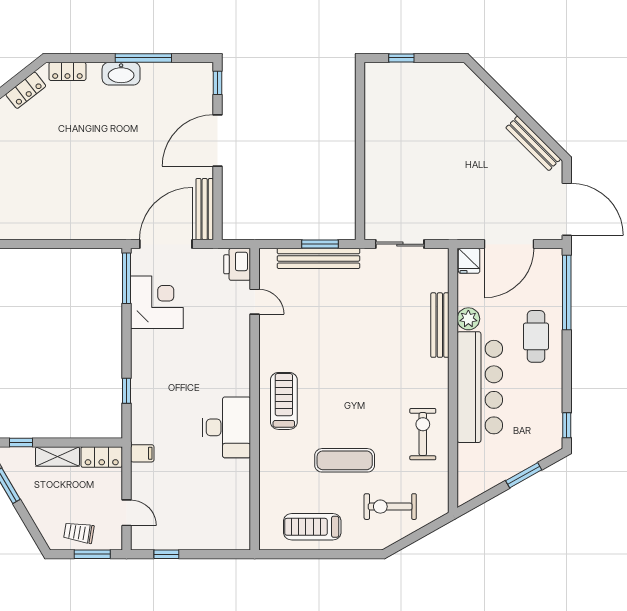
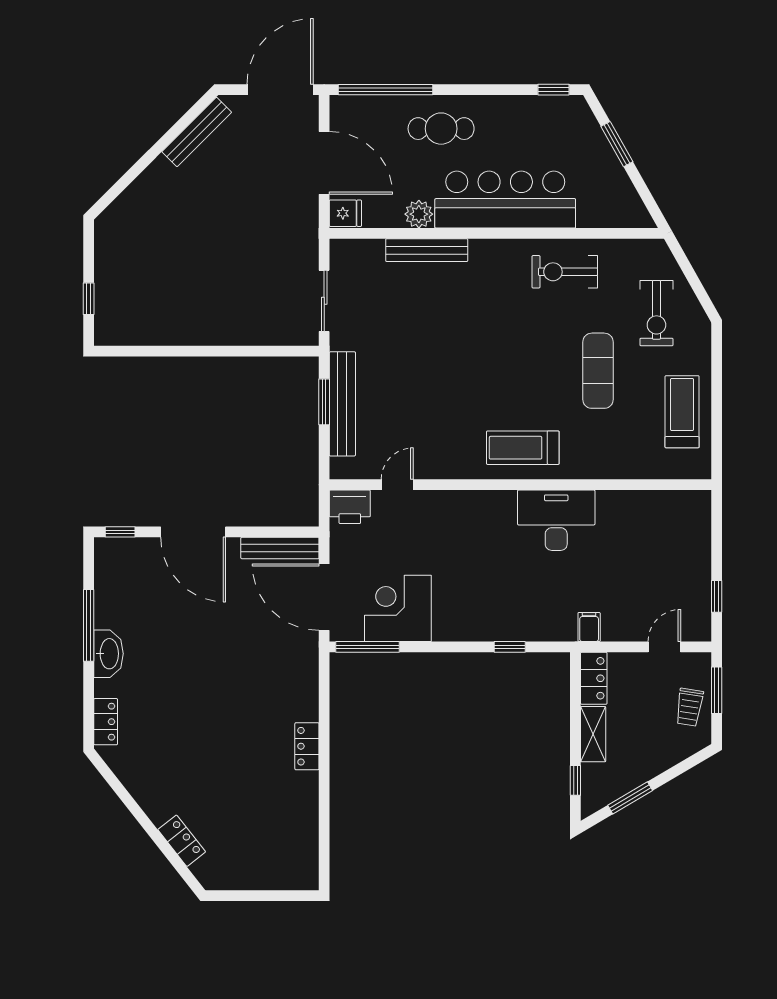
locker: (26, 90) -> (307, 746), moved, turned -142
treadmill: (312, 527) -> (682, 412), turned 180

